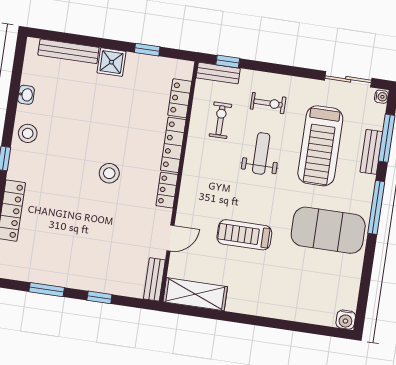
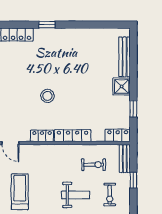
window: (228, 61) -> (133, 180), moved
washbasin: (26, 95) -> (91, 33), removed
locker: (180, 98) -> (118, 135), moved
stool: (28, 133) -> (66, 38), removed

